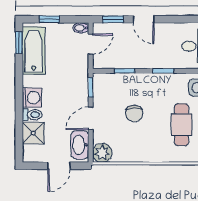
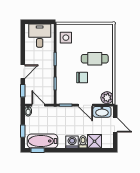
cafe table: (182, 125) -> (95, 59), moved

